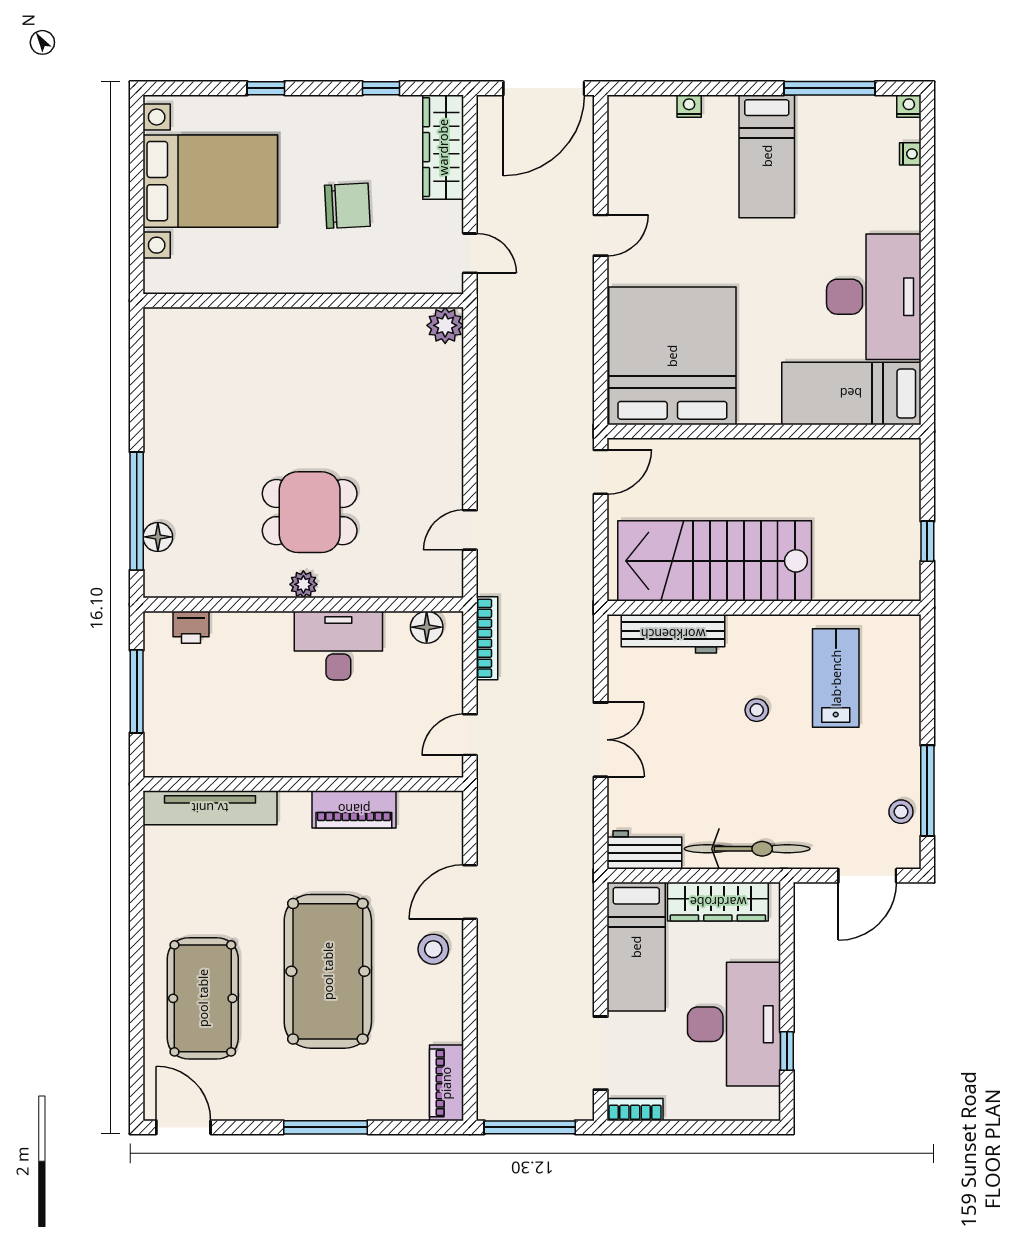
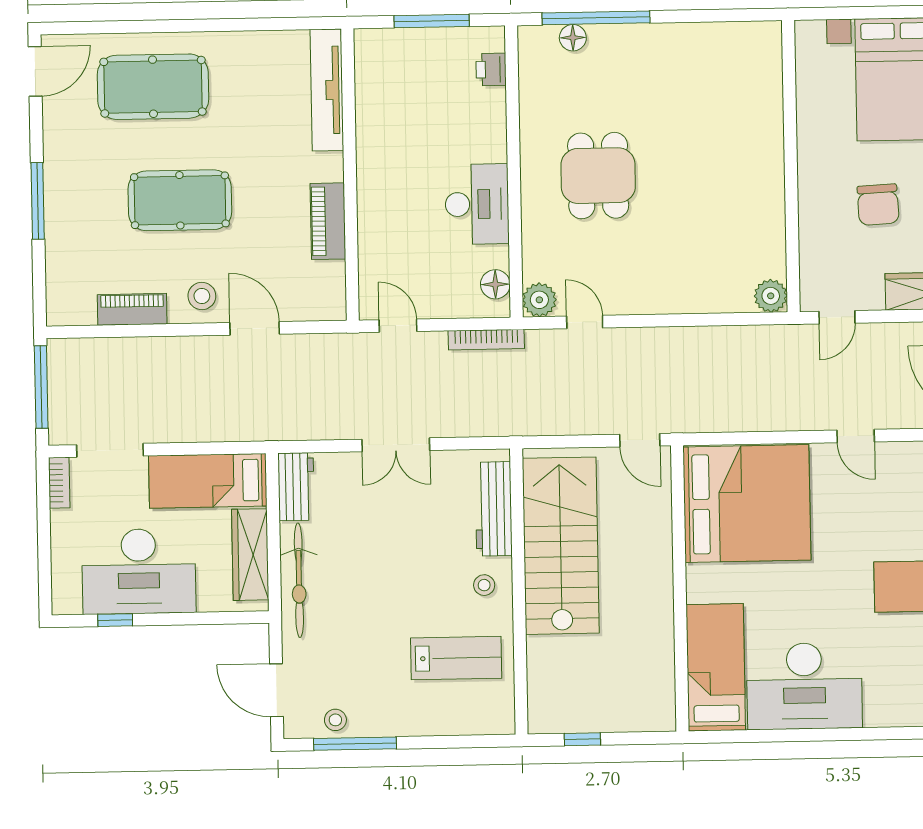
plant: (303, 584) -> (539, 300), moved, width x1.38, depth x1.38
stool: (757, 710) -> (484, 585), moved
pool table: (328, 971) -> (180, 200), width x0.73, depth x0.76
piano: (446, 1083) -> (132, 309), moved

